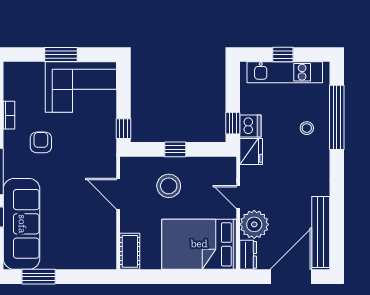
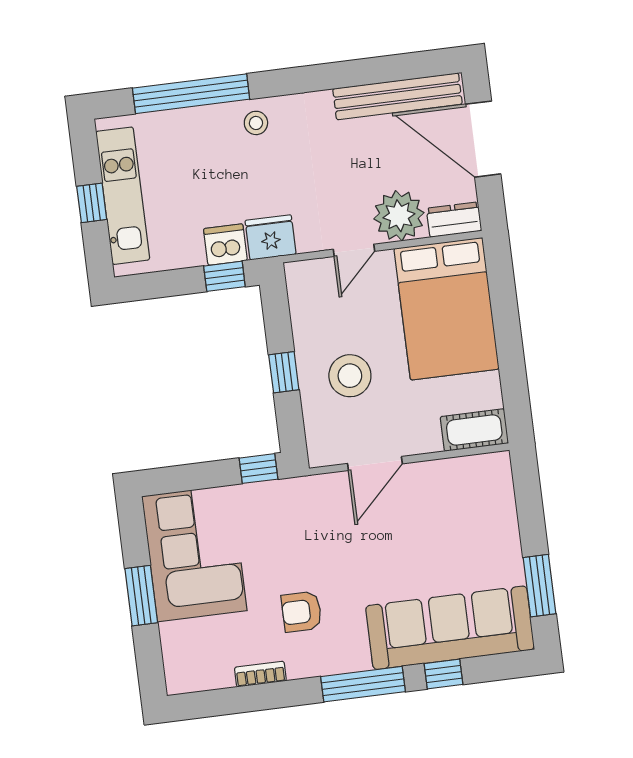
stool: (307, 128) -> (256, 123), moved

